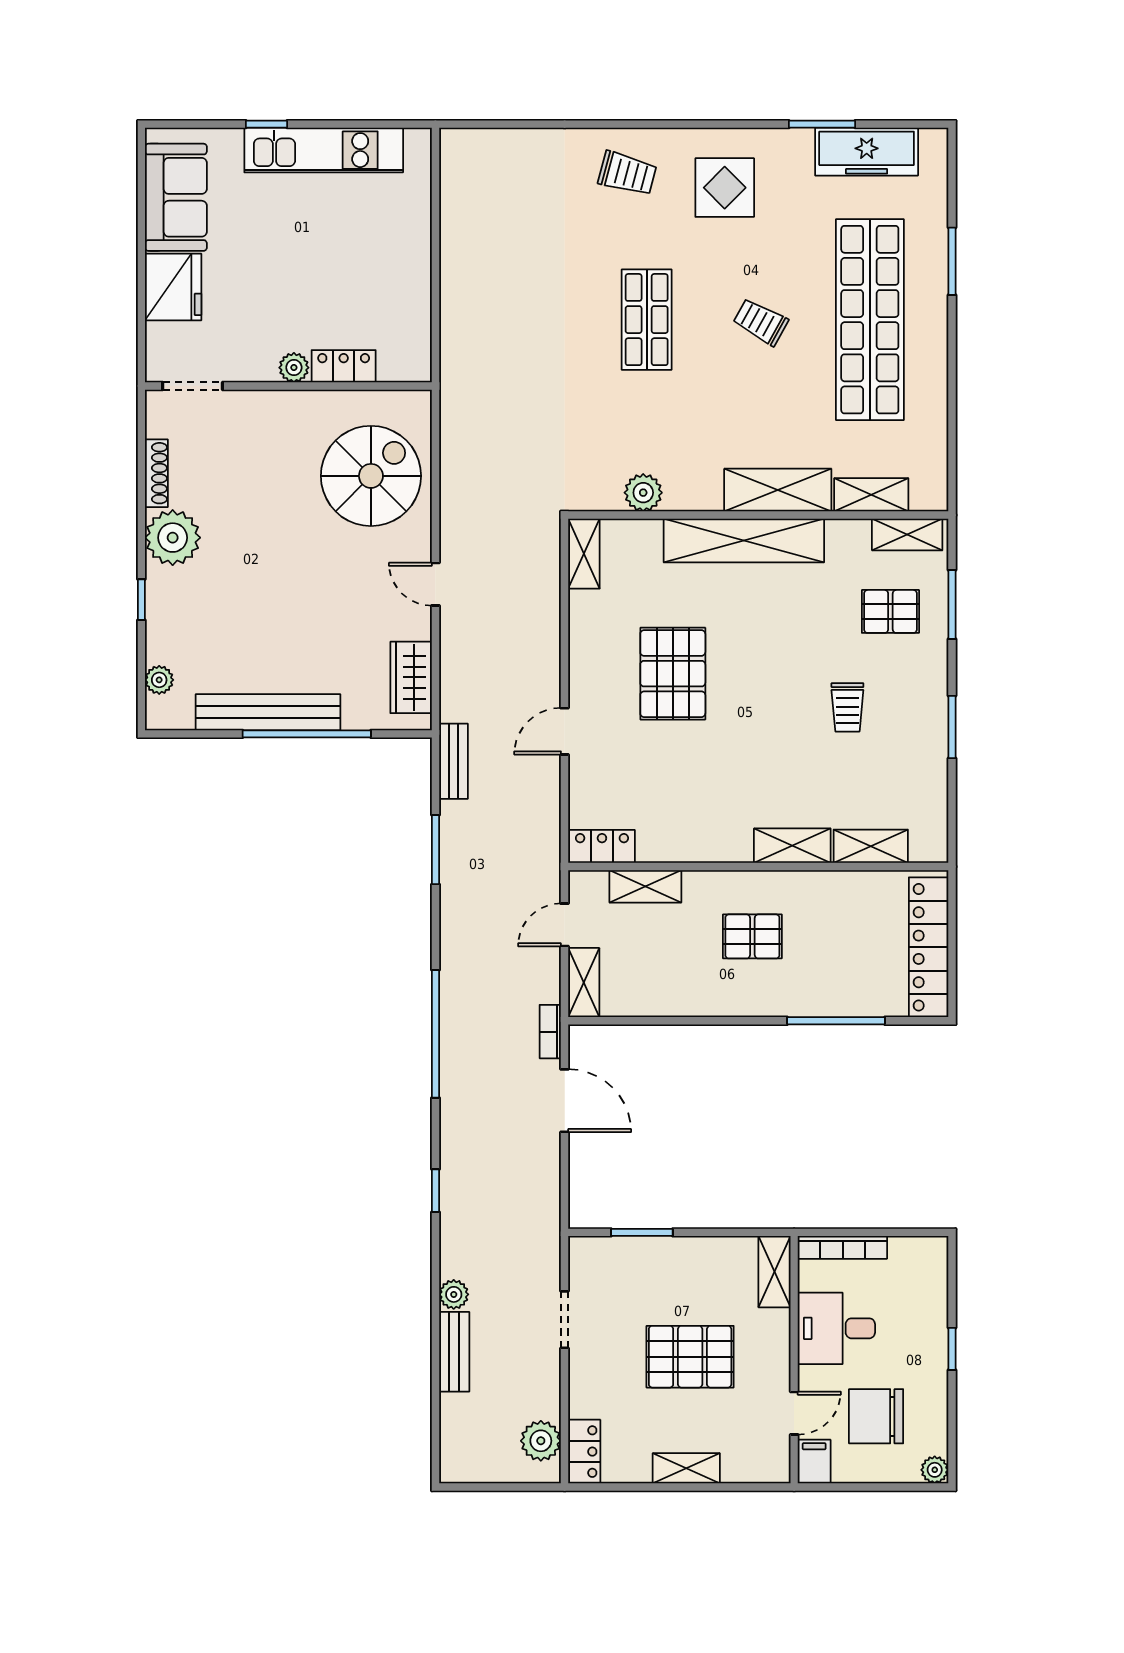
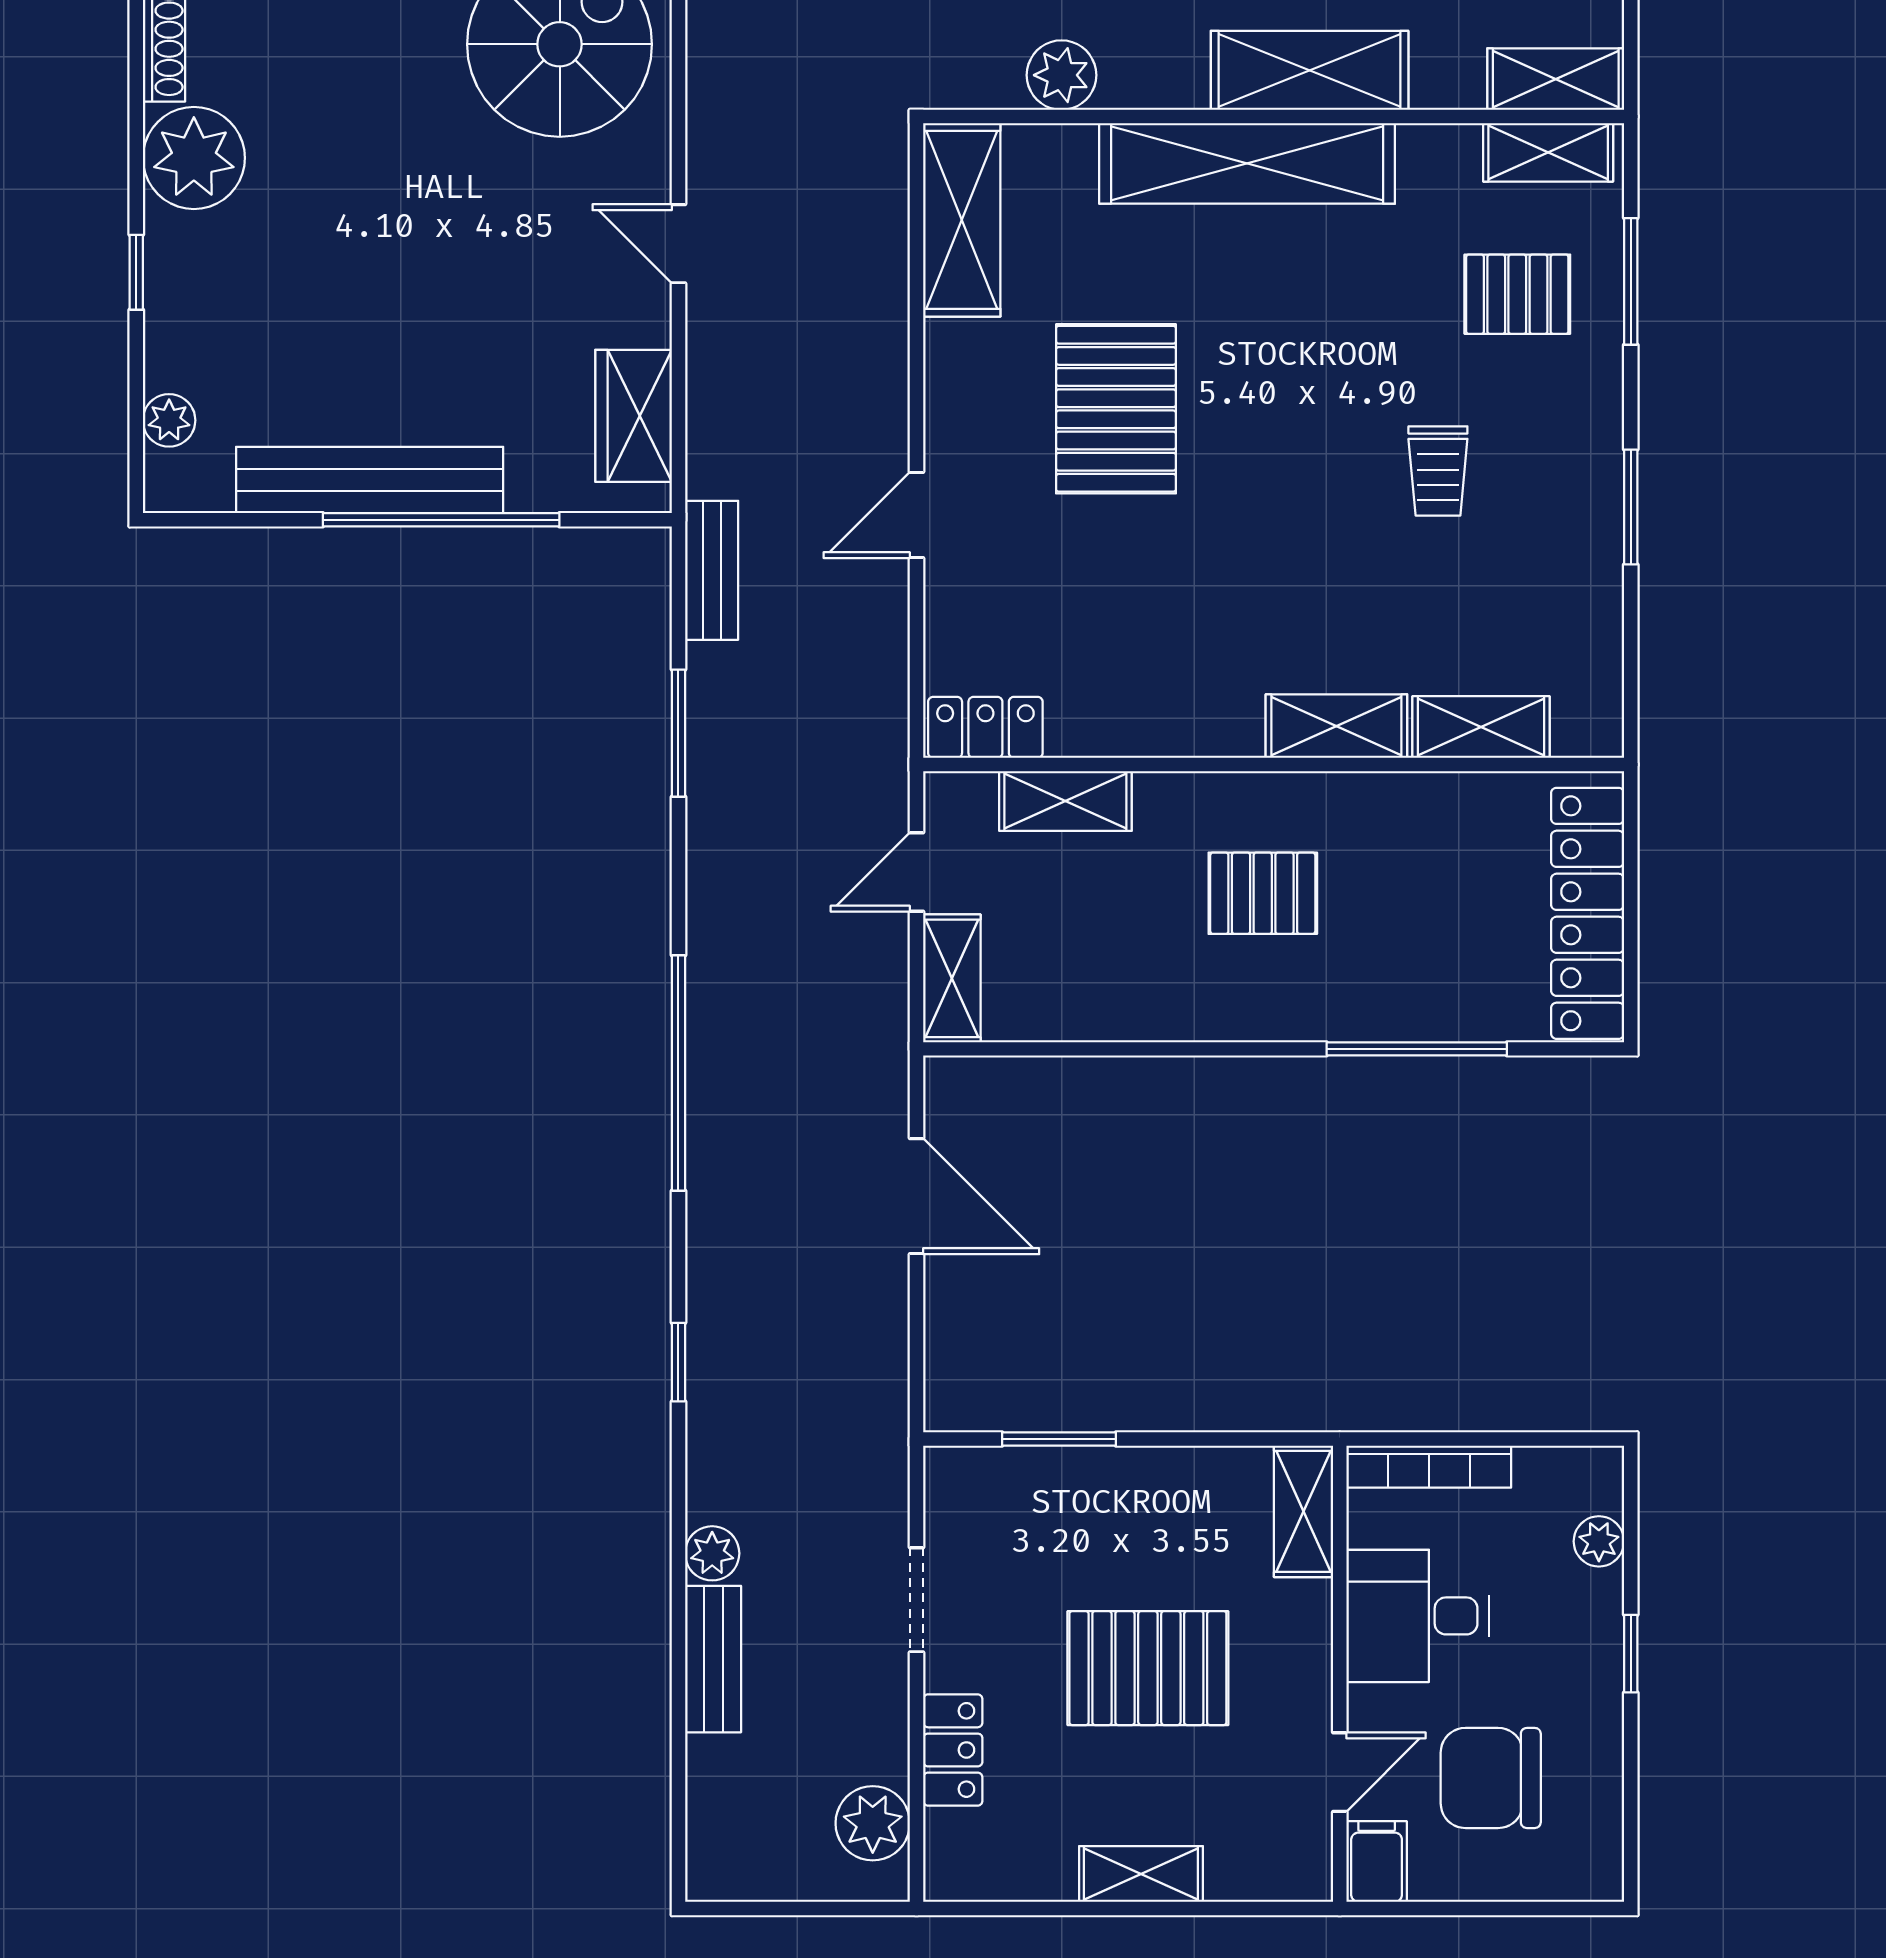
shelving: (871, 495) -> (1556, 79), moved
shelving: (584, 554) -> (962, 220), width x1.50, depth x1.33
bookcase: (550, 1032) -> (890, 1069), removed
locker: (584, 1452) -> (953, 1750), moved
plant: (935, 1470) -> (1599, 1541), moved

